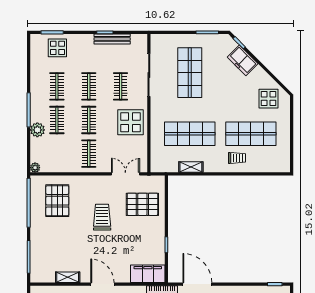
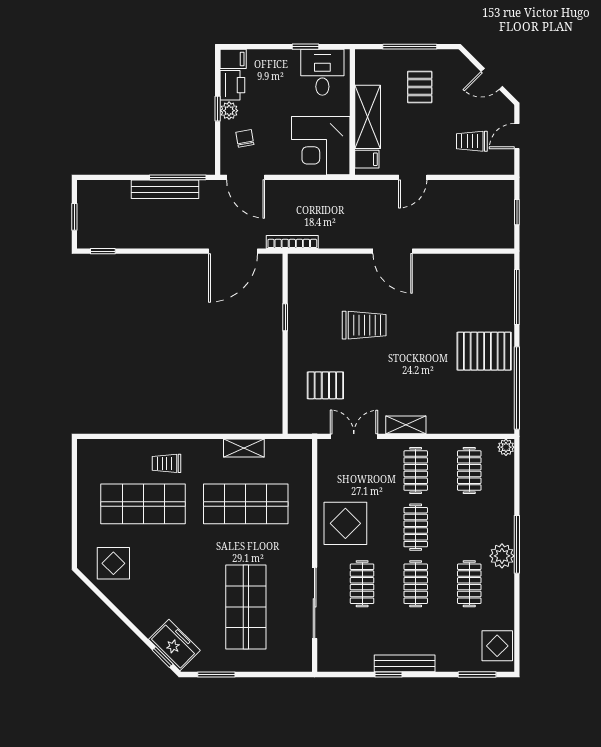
bench: (112, 39) -> (405, 663), moved
display table: (57, 48) -> (497, 646), moved
freezer: (243, 60) -> (174, 645), moved
clothes rail: (57, 120) -> (469, 471), moved
plant: (37, 130) -> (502, 556), moved
double door: (125, 174) -> (354, 436), swing flipped
pallet: (57, 201) -> (484, 351), moved, turned 90
pallet: (142, 204) -> (325, 385), width x0.67, depth x0.71
trolley: (102, 217) -> (364, 325), moved, turned -90
filing cabinet: (148, 274) -> (316, 268), removed
shelving: (68, 277) -> (406, 425), moved
door: (197, 284) -> (233, 251), hinge flipped

